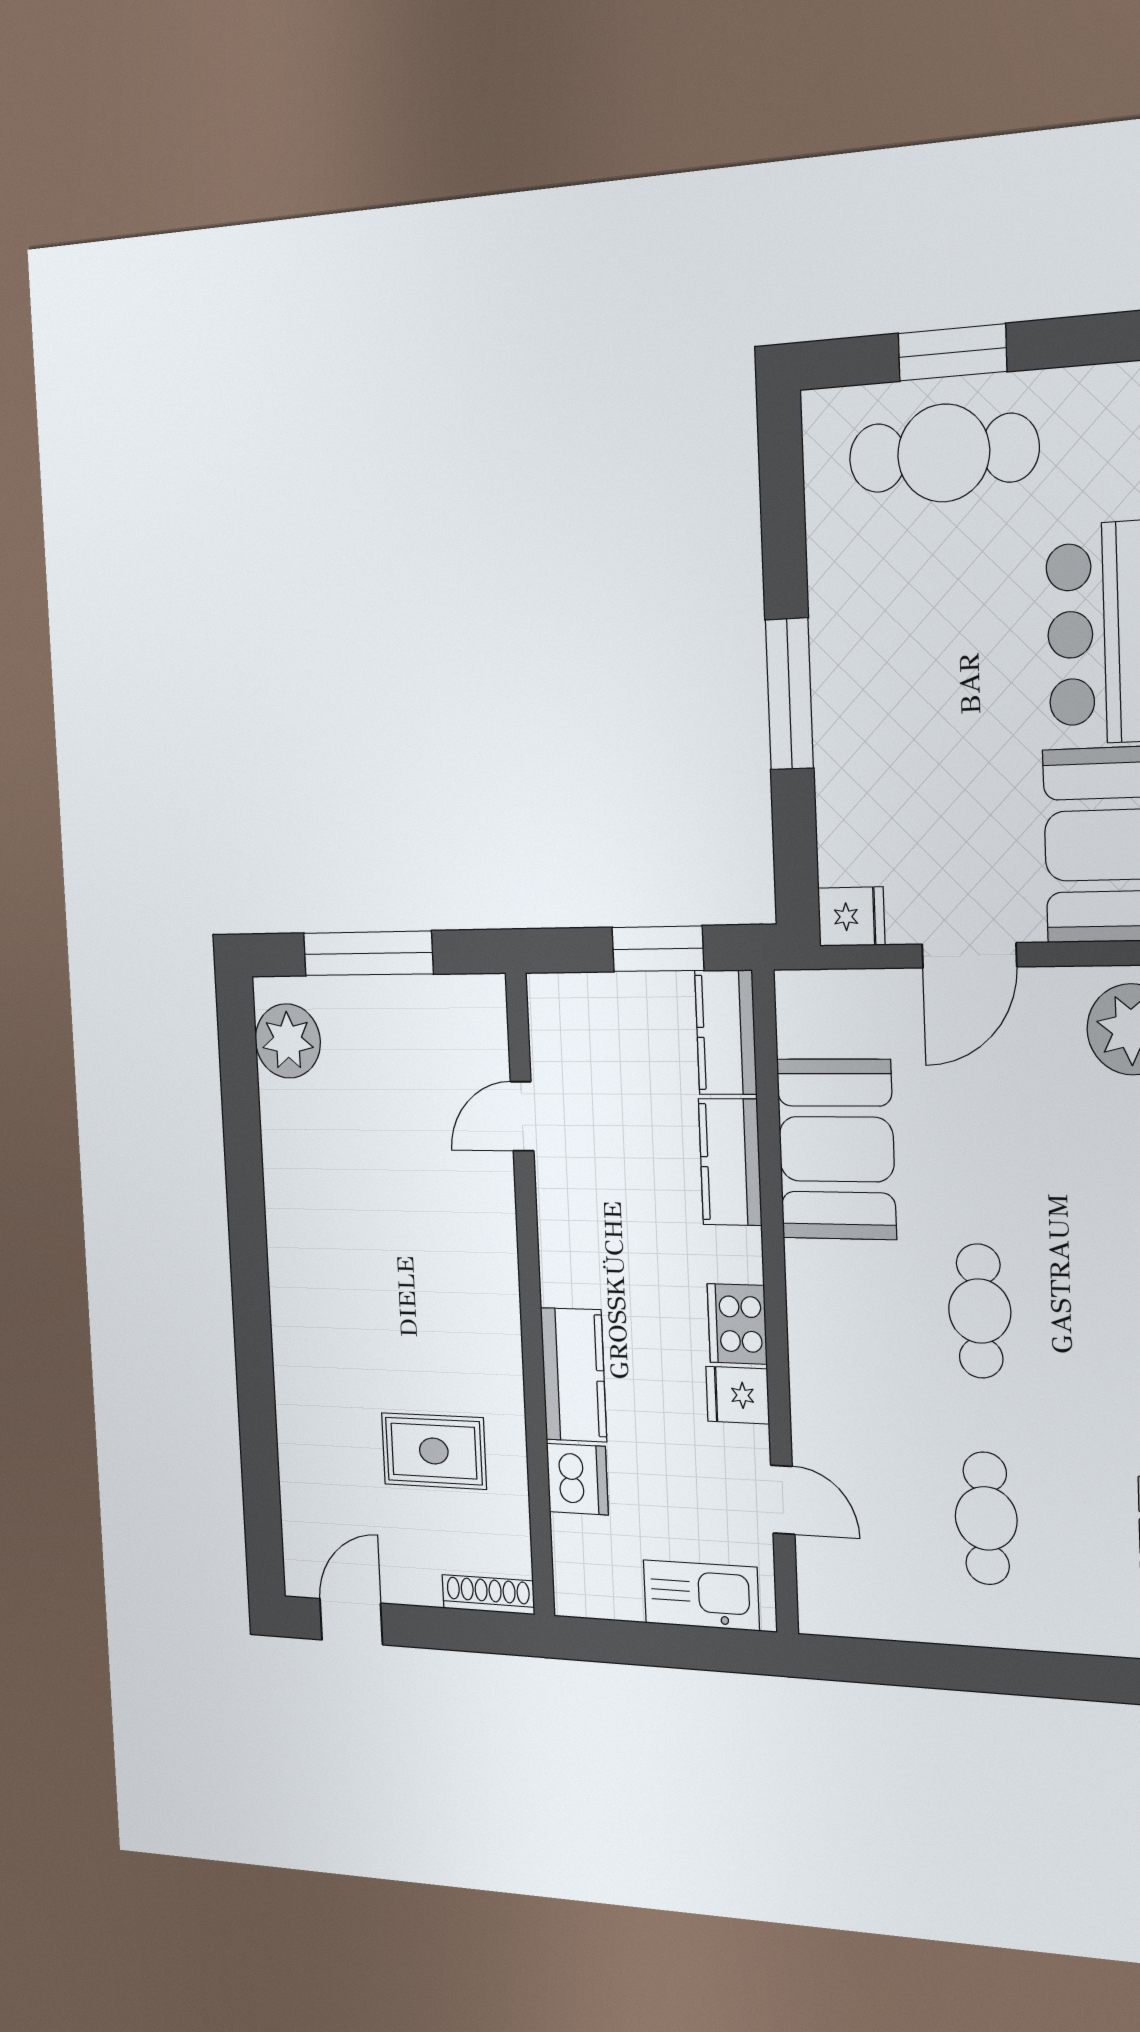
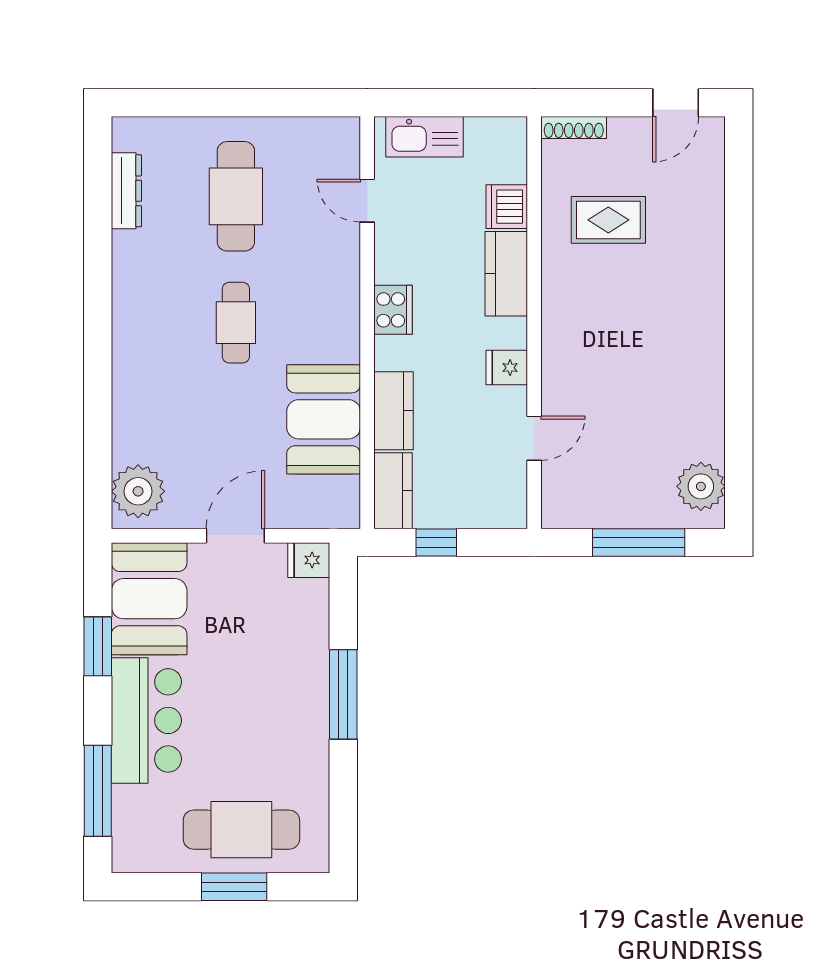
window: (658, 949) -> (436, 543), width x0.67
fridge: (738, 1395) -> (507, 368), moved, turned 180
cafe table: (986, 1518) -> (236, 196), width x1.37, depth x1.35

